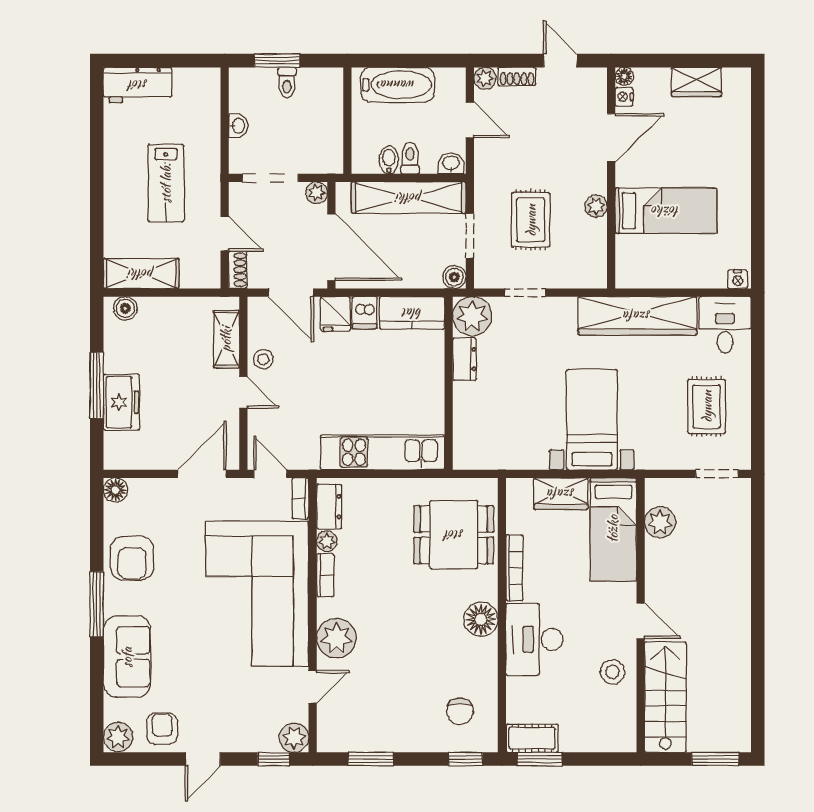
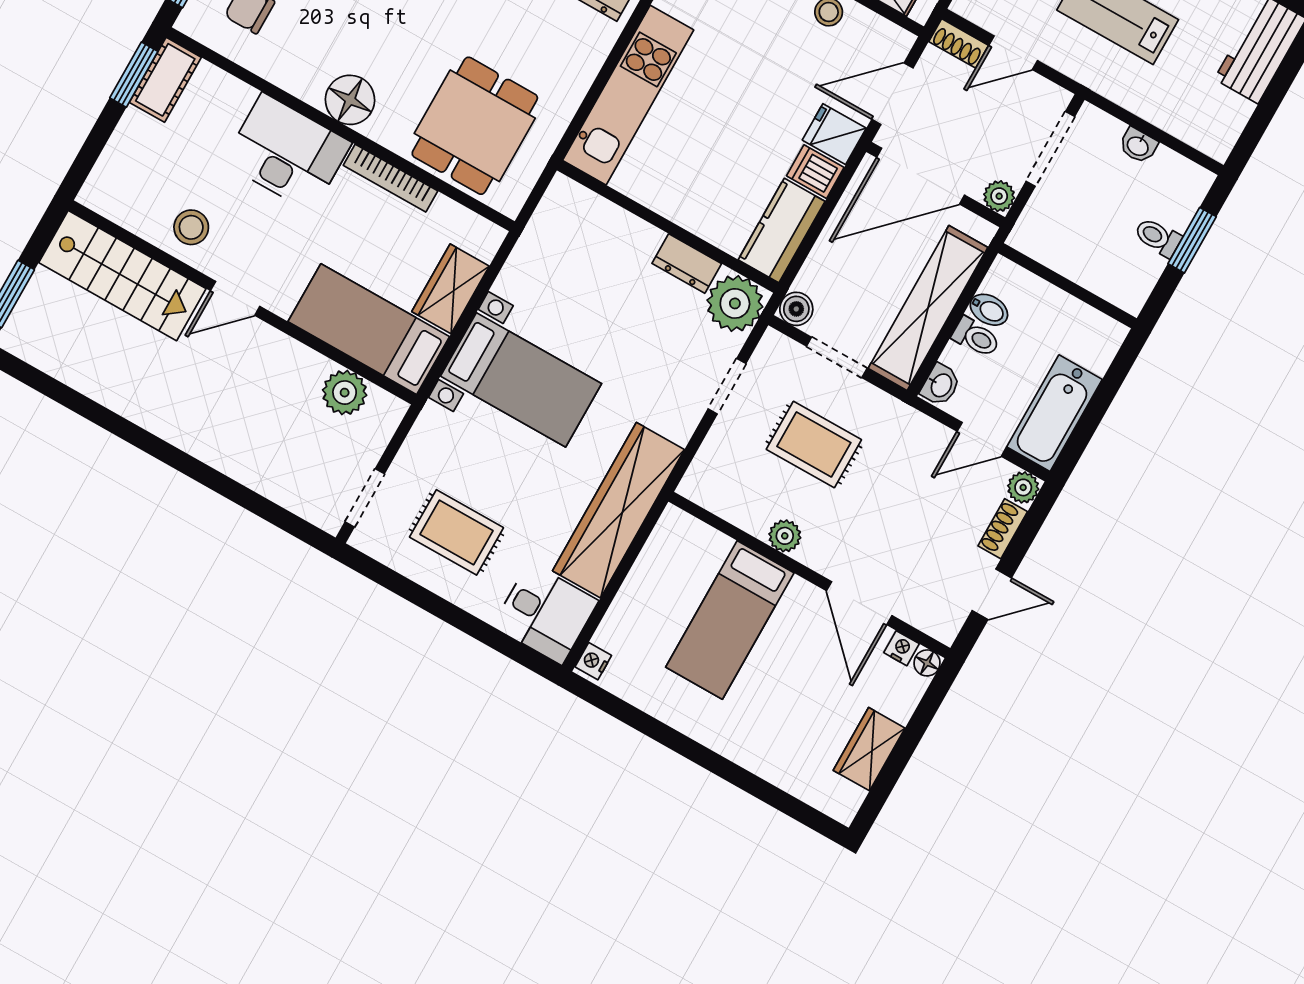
bathtub: (398, 85) -> (1055, 413), moved

